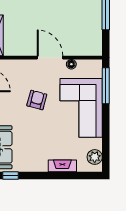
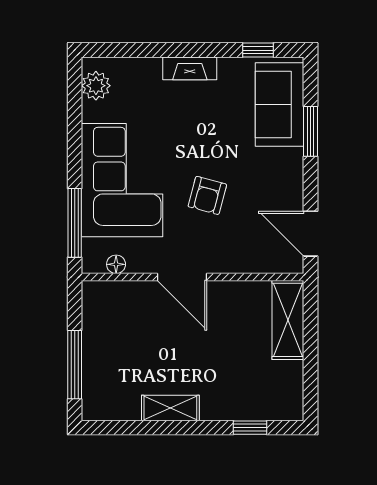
floor lamp: (71, 64) -> (116, 264), moved
fireplace: (62, 166) -> (190, 68), moved

